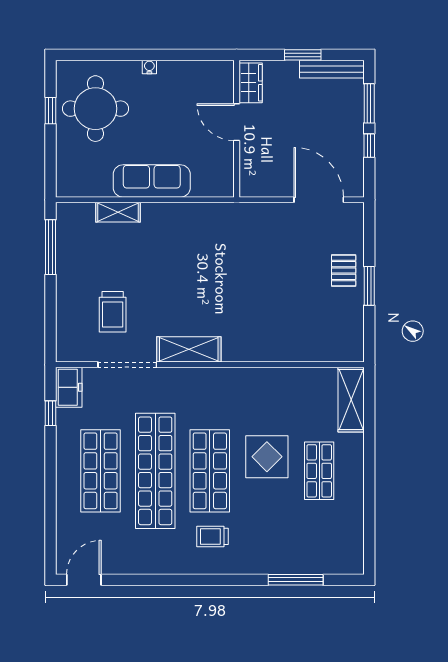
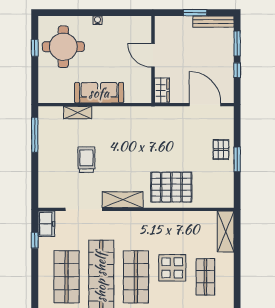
wardrobe: (251, 83) -> (162, 90), moved
trolley: (113, 312) -> (86, 160), moved, turned 180
pallet: (266, 330) -> (171, 187), added

